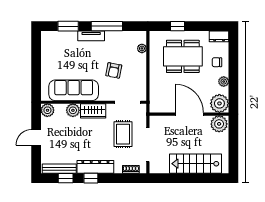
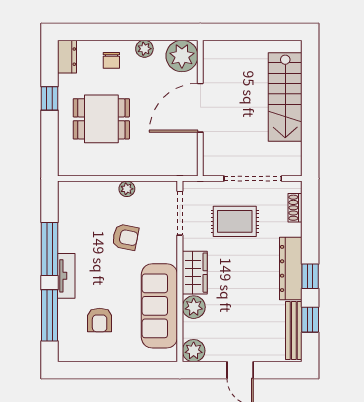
window: (68, 26) -> (50, 315), width x1.44
window: (178, 26) -> (50, 98), moved
plant: (142, 48) -> (127, 189), moved
armchair: (65, 55) -> (100, 320), added
dining table: (183, 56) -> (101, 119), width x0.73
plant: (219, 124) -> (217, 57), removed

